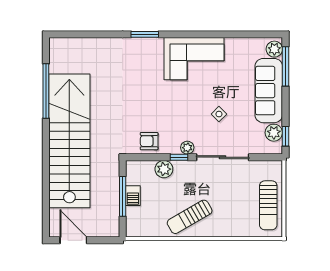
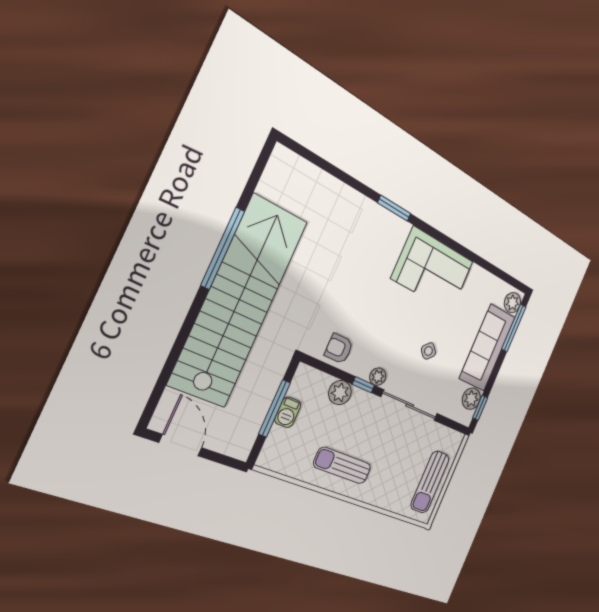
window: (46, 91) -> (223, 248), moved
sun lounger: (190, 217) -> (342, 465), turned 30

